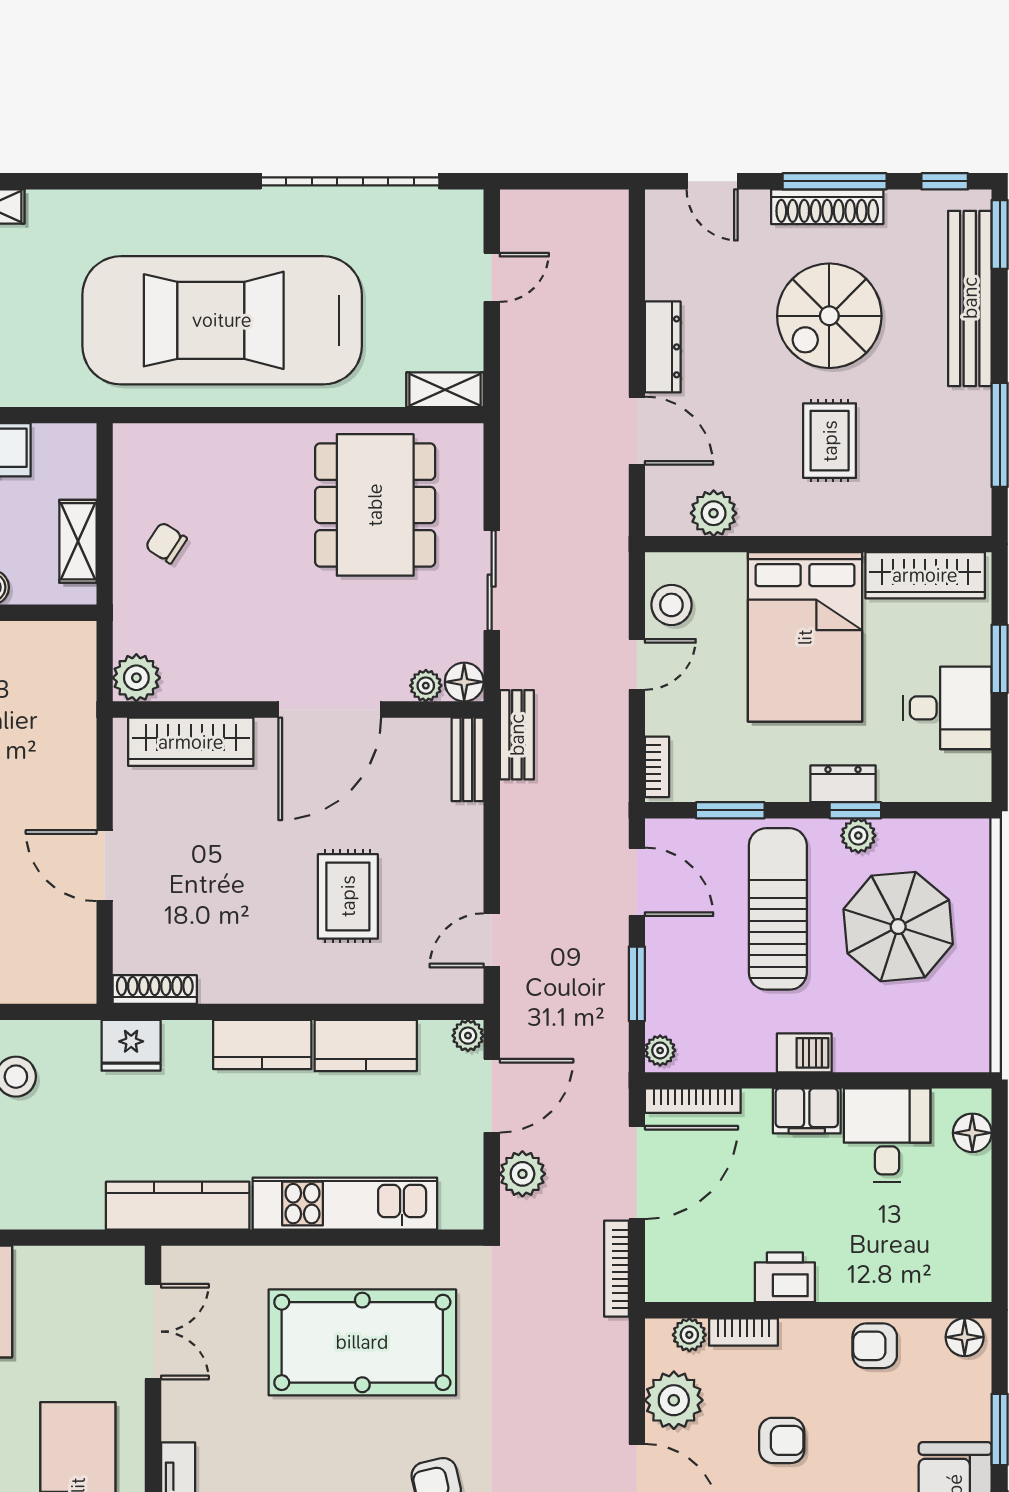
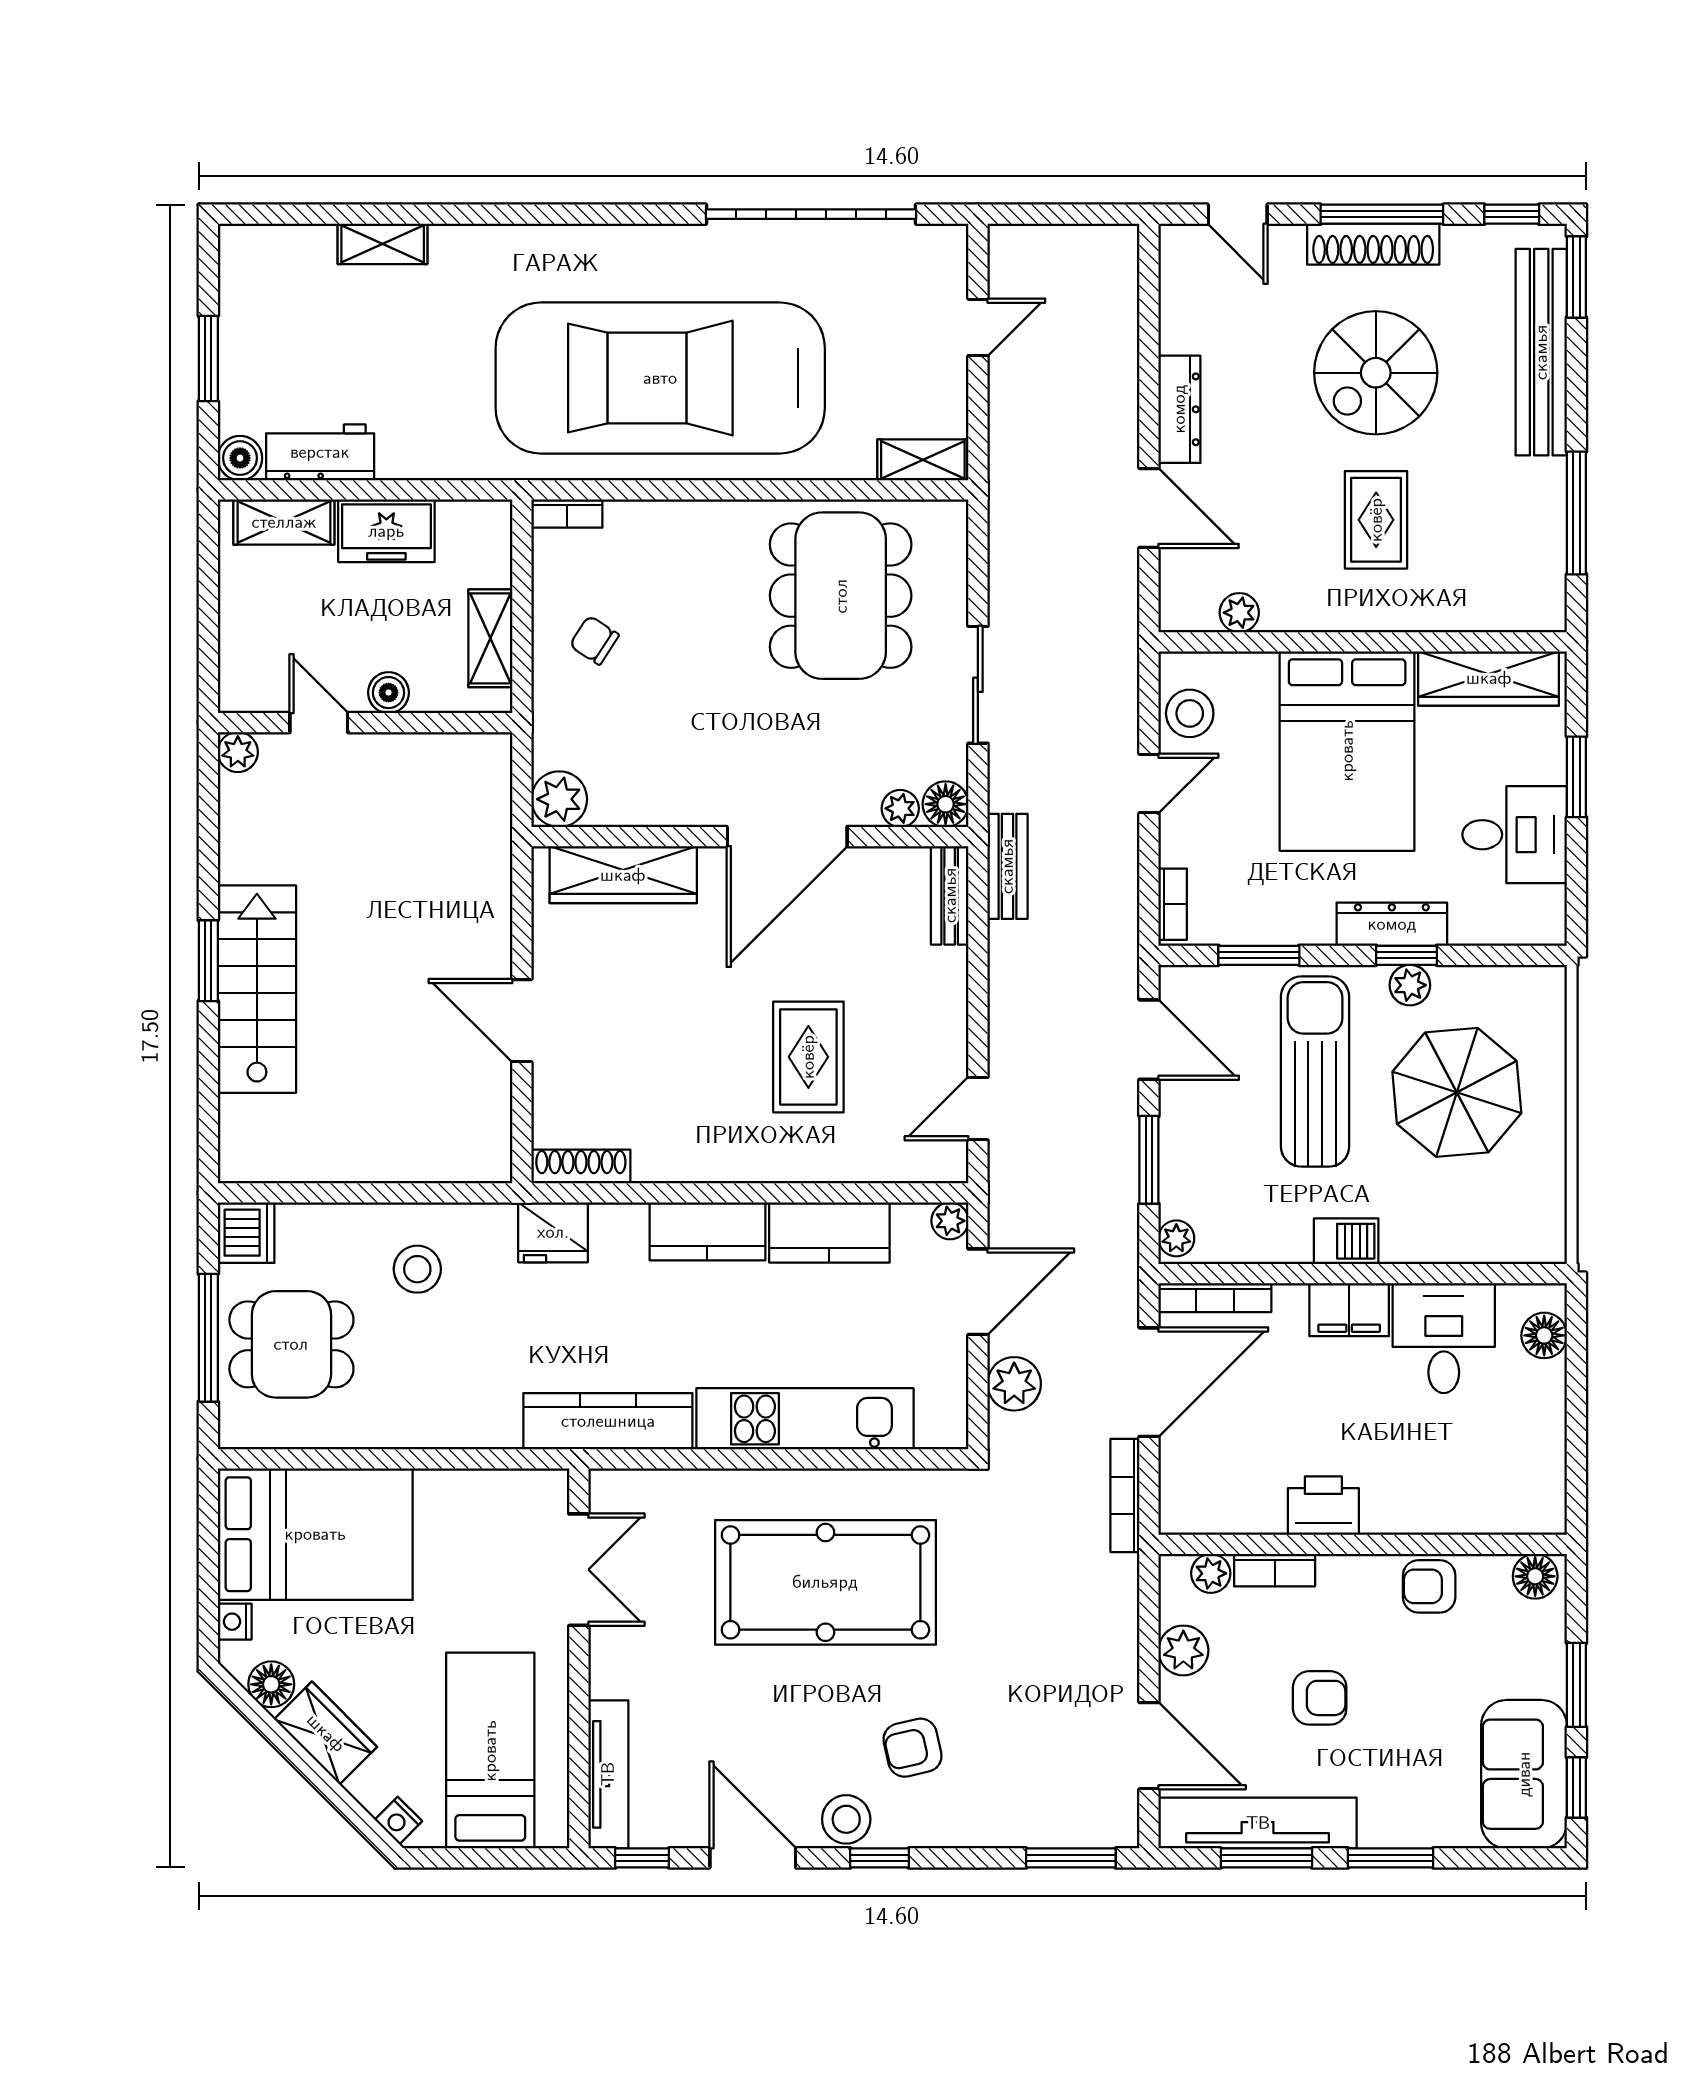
bookcase: (143, 435) -> (567, 514), added
plant: (714, 513) -> (1239, 613), width x0.73, depth x0.73
dresser: (843, 784) -> (1392, 924), width x1.44
plant: (674, 1400) -> (1183, 1650), width x0.73, depth x0.73

